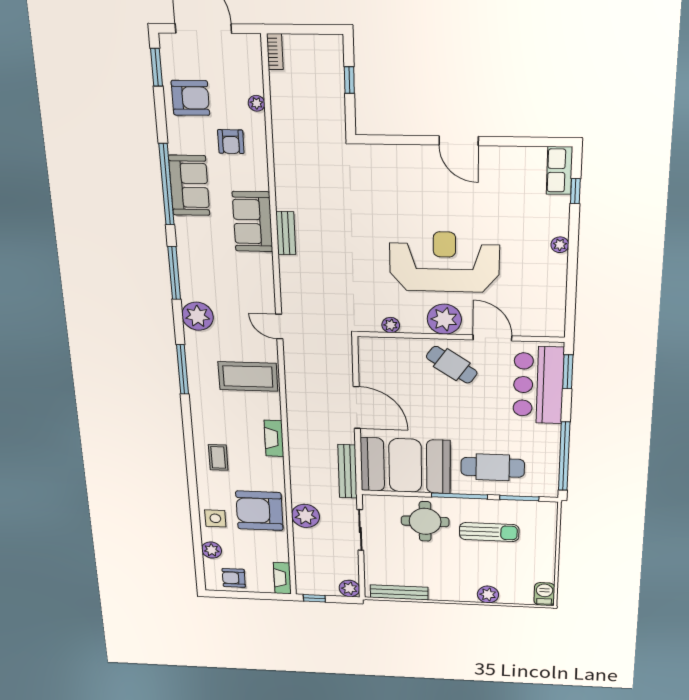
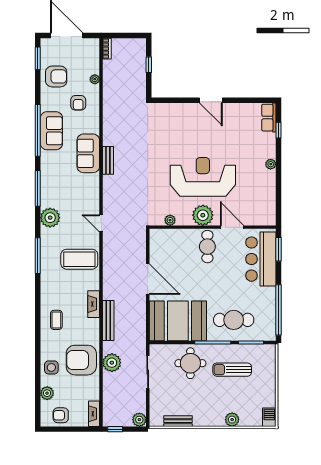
cafe table: (452, 365) -> (207, 247), turned 56
bench: (347, 471) -> (108, 320), moved
sun lounger: (489, 532) -> (232, 370), turned 180
bench: (399, 592) -> (178, 421), width x0.73

